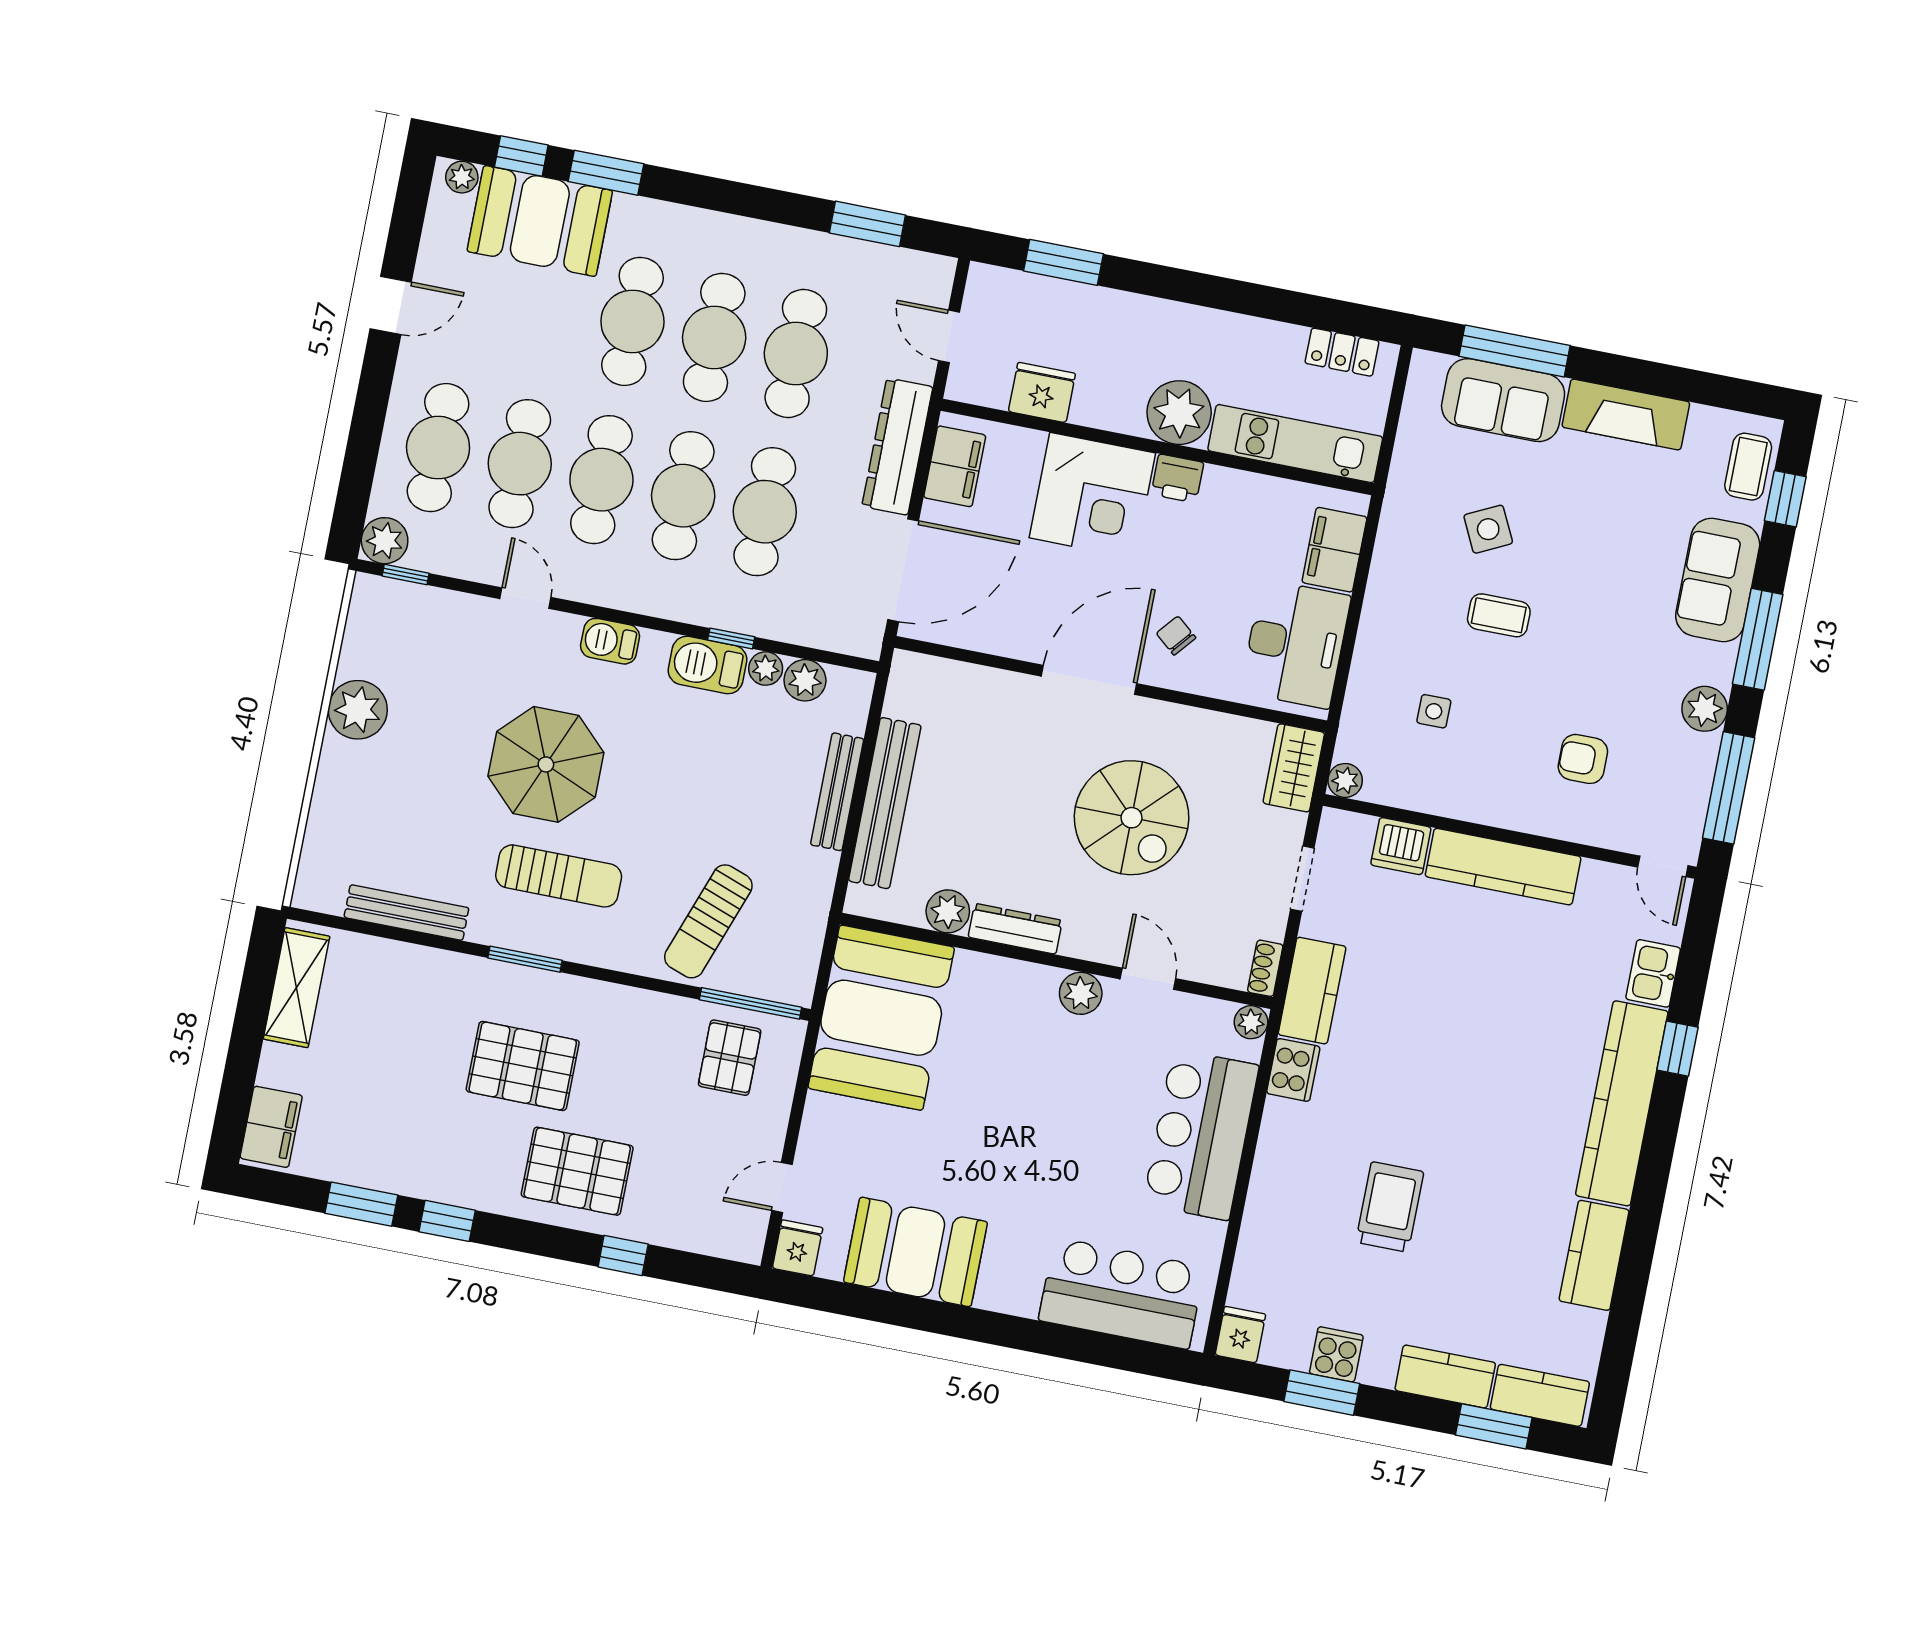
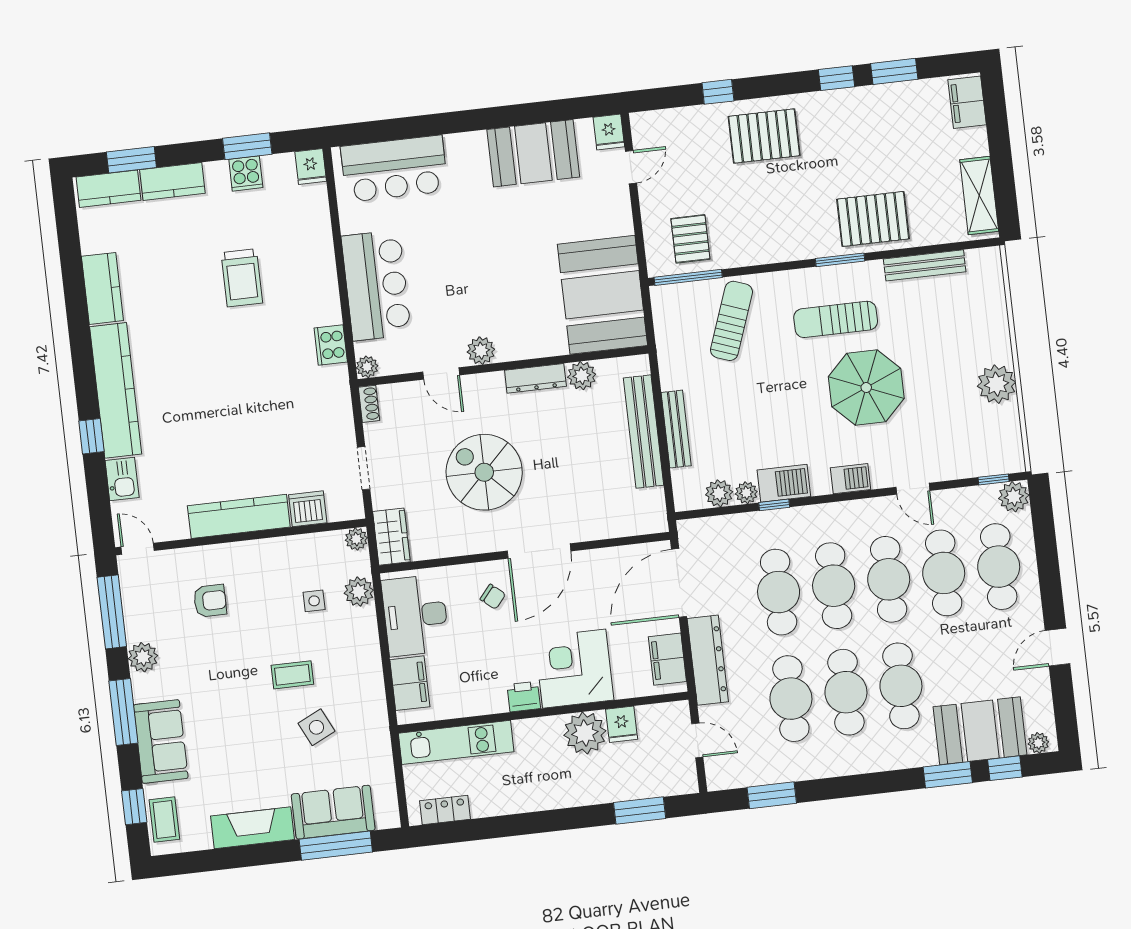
fridge: (1042, 392) -> (622, 724), width x0.72
plant: (1179, 413) -> (585, 733), moved
plant: (1366, 704) -> (359, 592), added
kitchen counter: (1312, 991) -> (335, 399), removed
pallet: (523, 1066) -> (873, 219), moved

